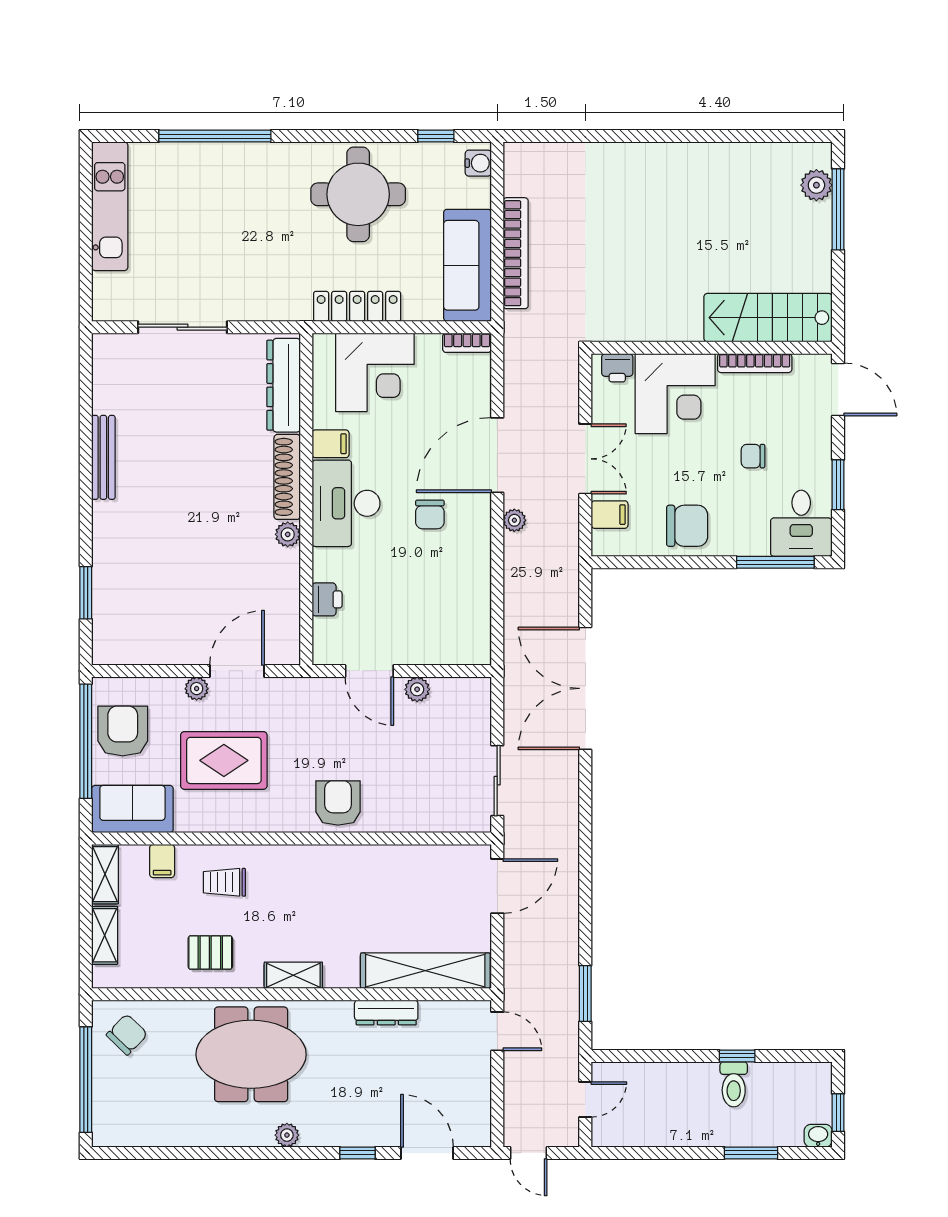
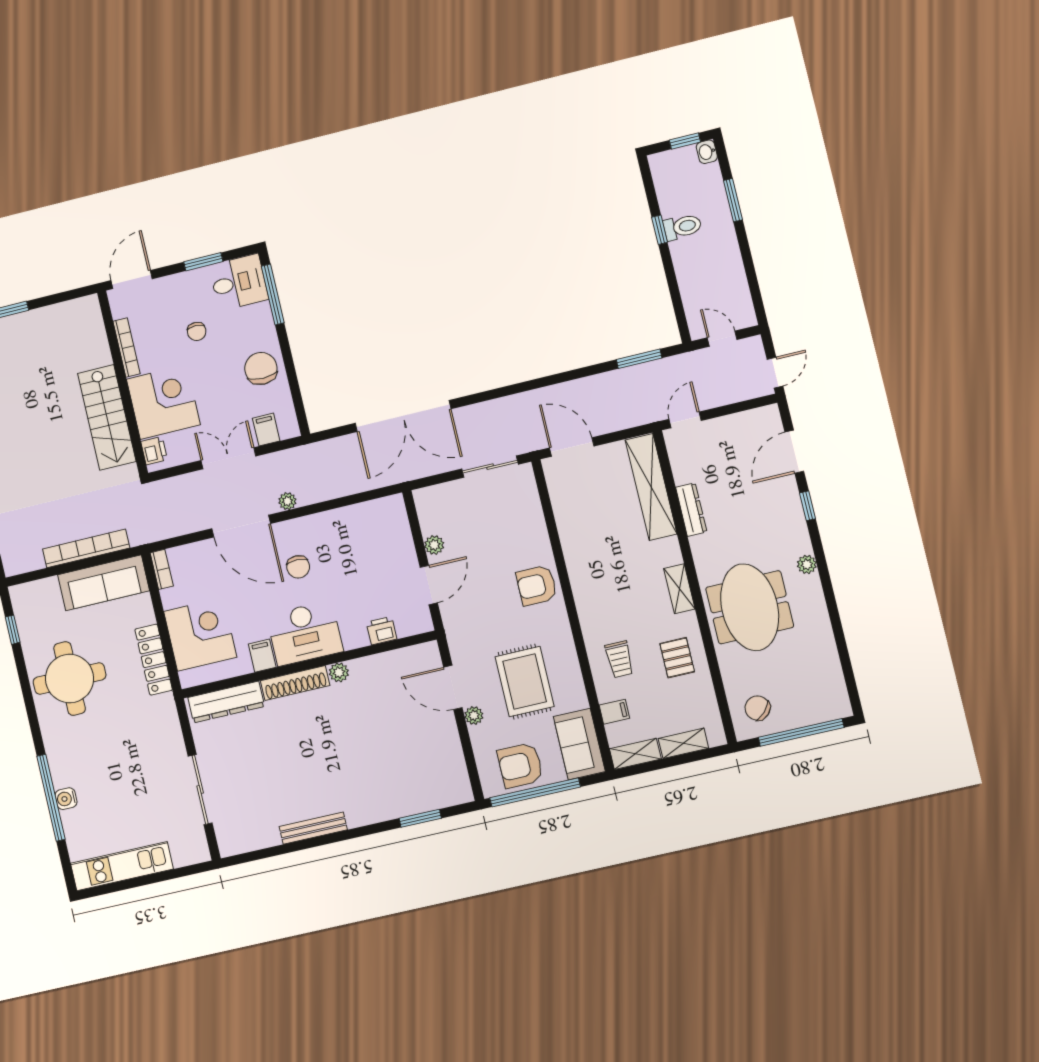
water cooler: (478, 163) -> (66, 799), moved, turned -90
stairs: (768, 318) -> (107, 417), moved
chair: (430, 514) -> (298, 567), turned 90

